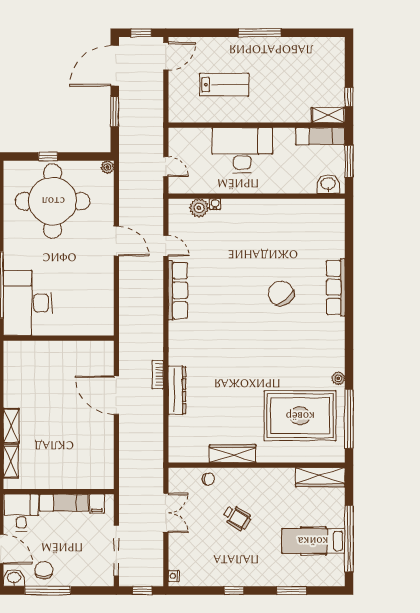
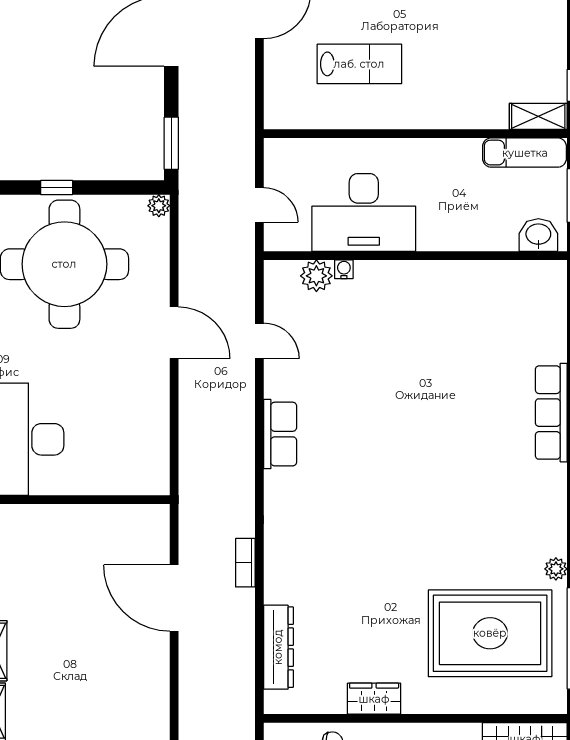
window: (115, 111) -> (171, 143), moved
desk: (242, 150) -> (364, 212), moved, turned 180
row of seats: (178, 290) -> (280, 434), width x0.68
chair: (281, 293) -> (457, 423), removed
dresser: (177, 390) -> (278, 647), moved
wardrobe: (233, 454) -> (374, 699), width x0.67

